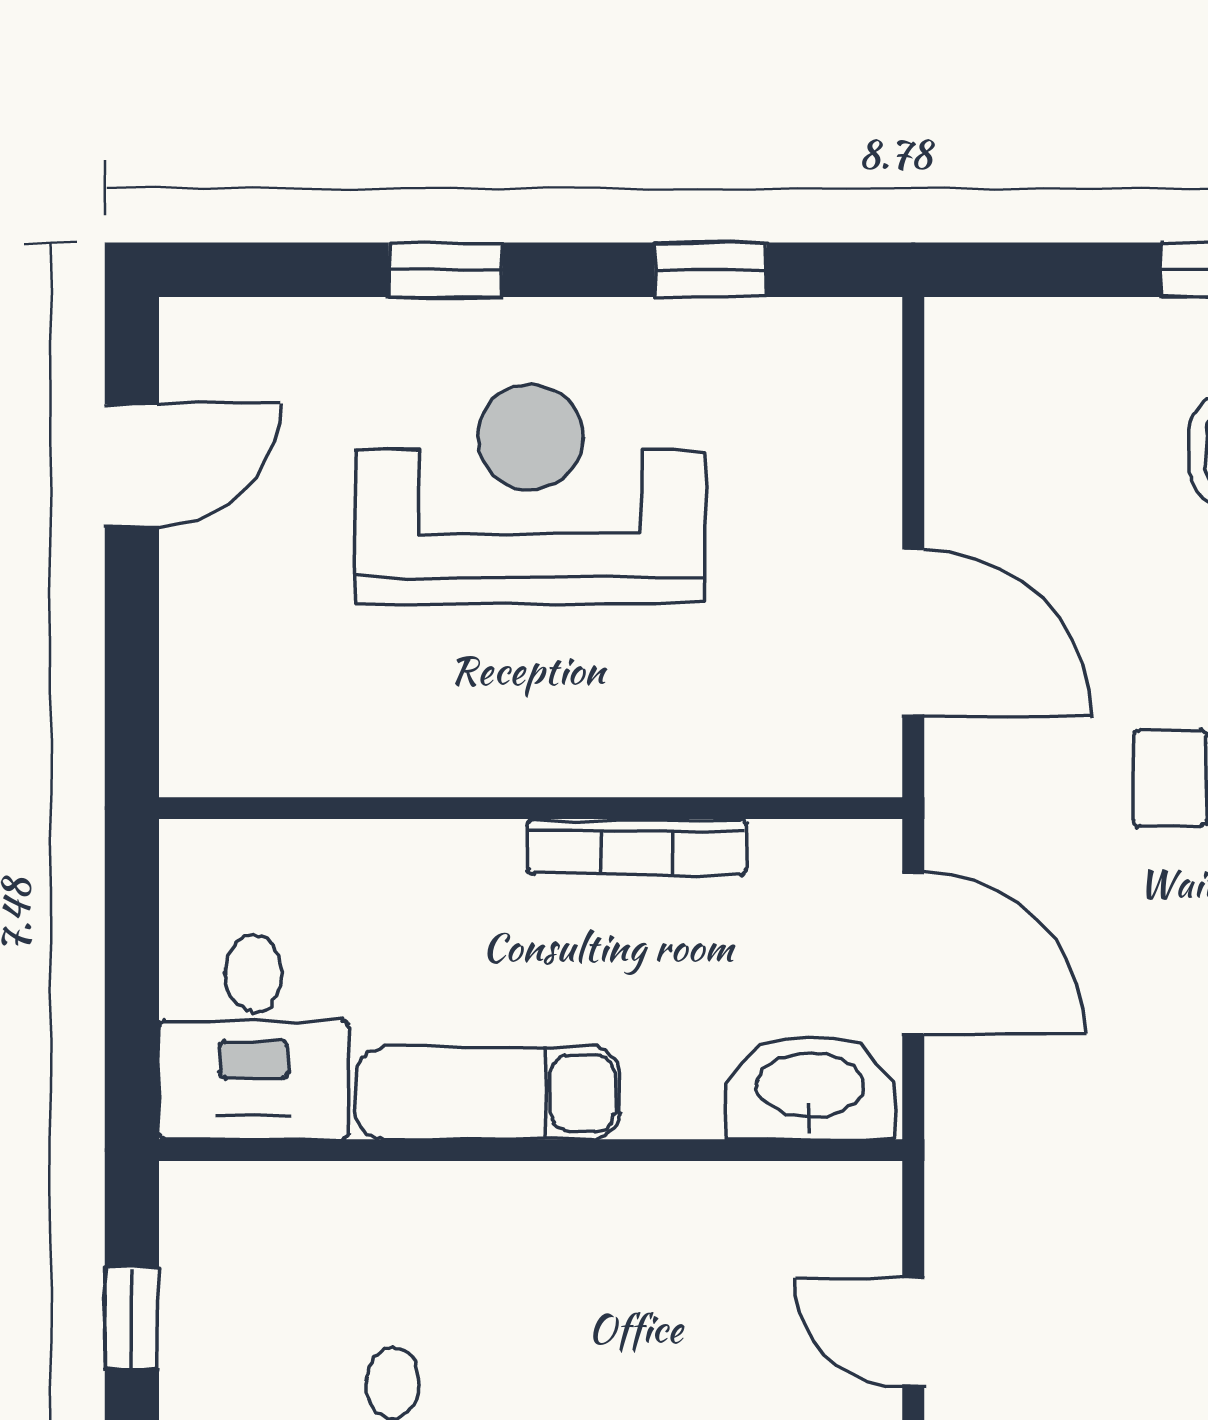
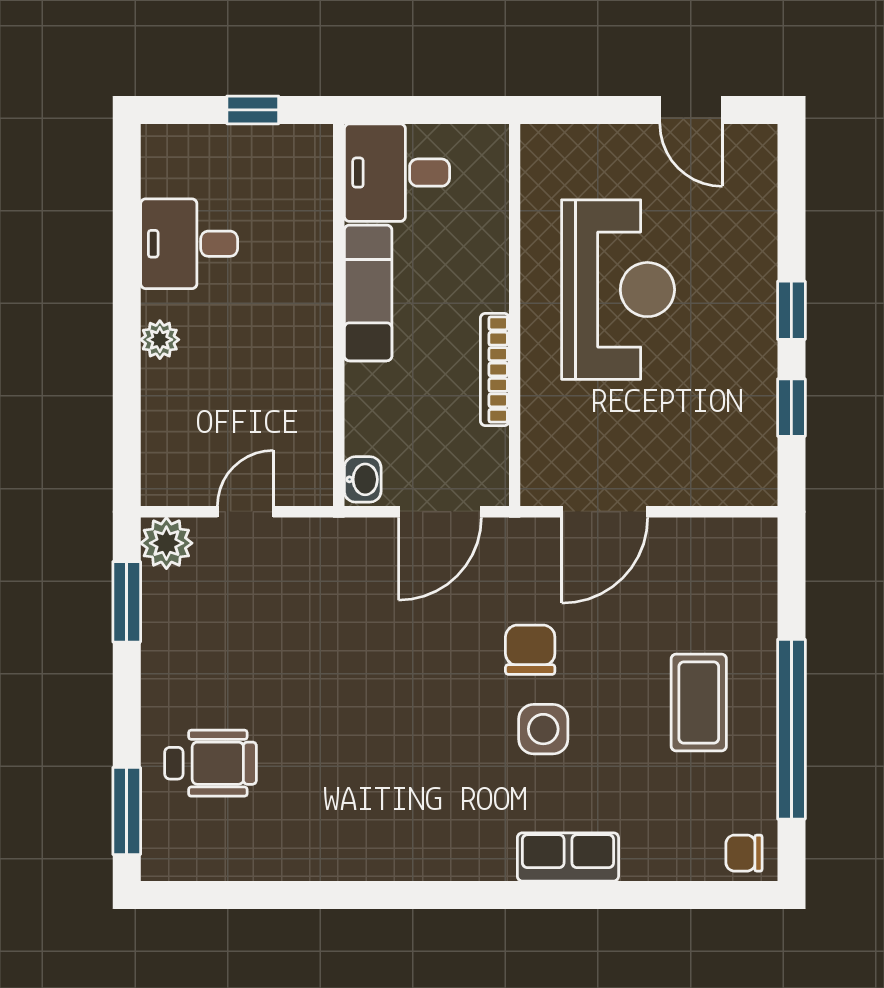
window: (446, 270) -> (791, 310), moved
reception desk: (530, 494) -> (618, 290), moved
washbasin: (810, 1088) -> (363, 479), width x0.52, depth x0.69

